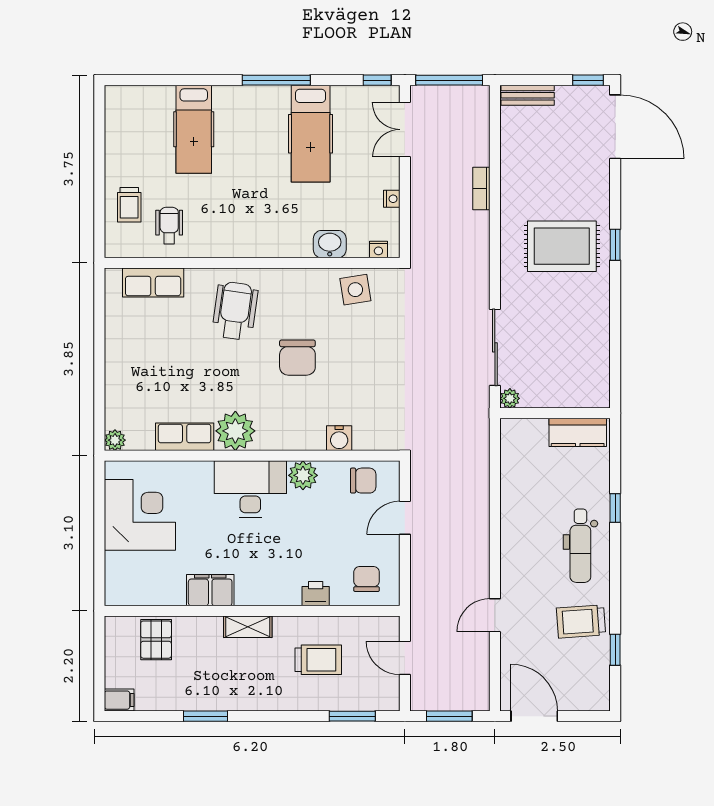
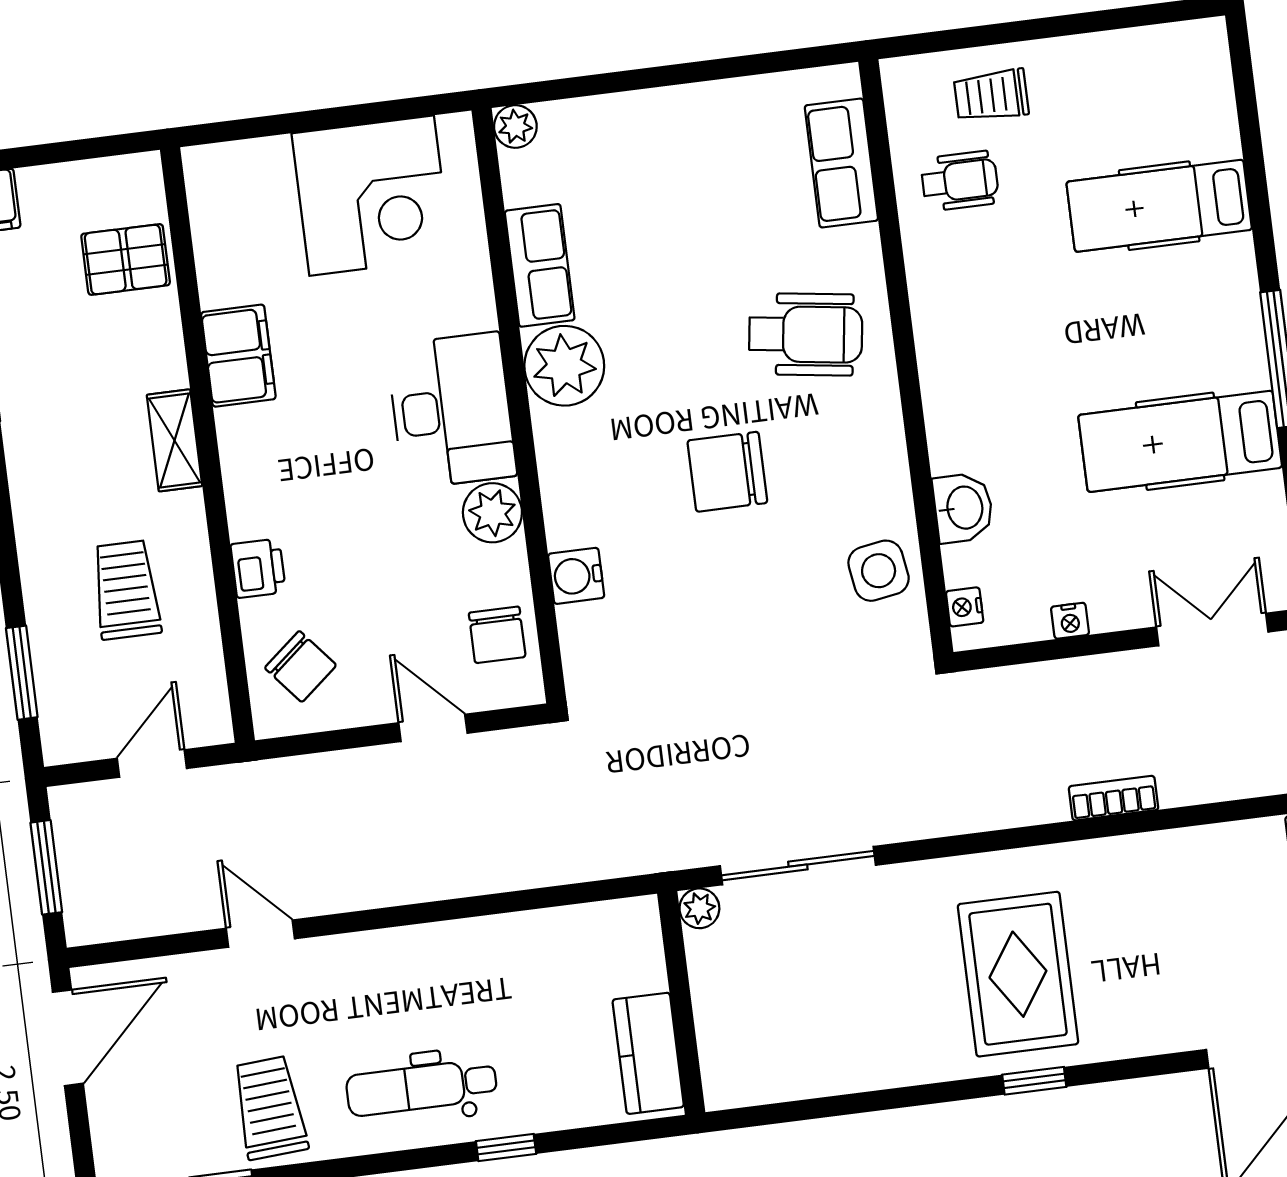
chair: (367, 579) -> (301, 667), turned 50
trolley: (318, 660) -> (126, 590), turned 180

